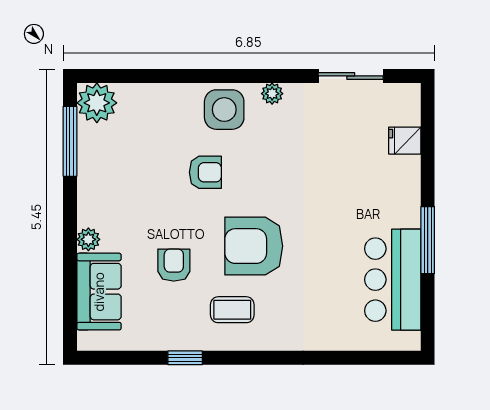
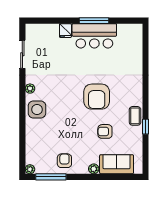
plant: (97, 103) -> (30, 169), width x0.53, depth x0.53
fridge: (405, 141) -> (65, 31), moved
armchair: (205, 172) -> (64, 161), moved
bar counter: (393, 280) -> (94, 36), moved
coffee table: (232, 310) -> (135, 116), moved

